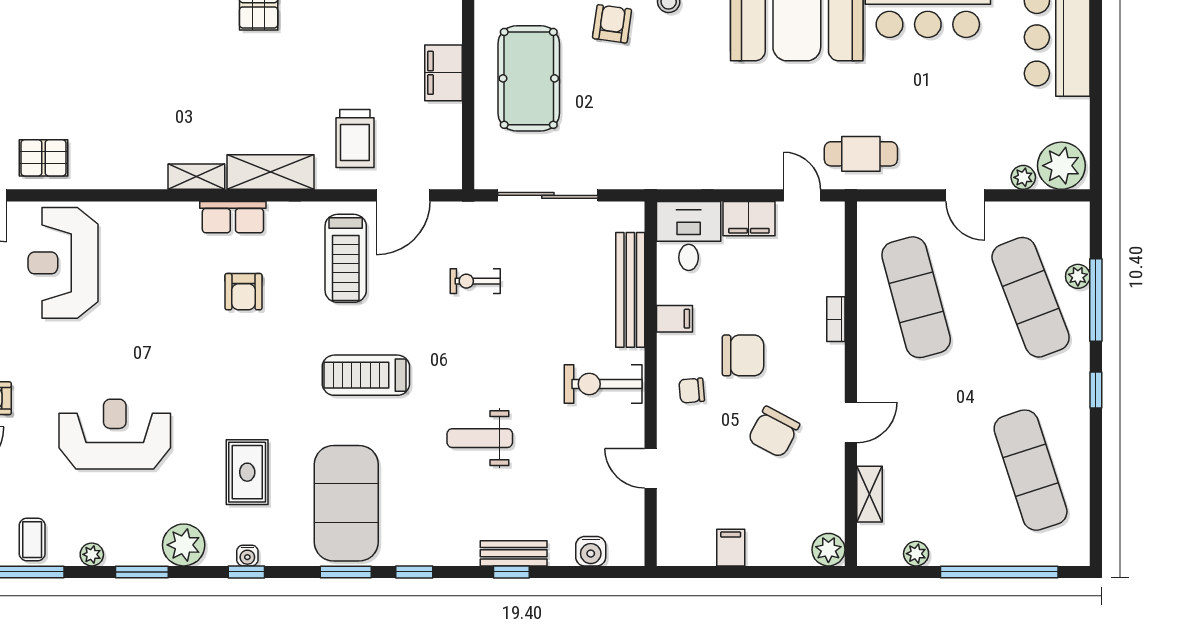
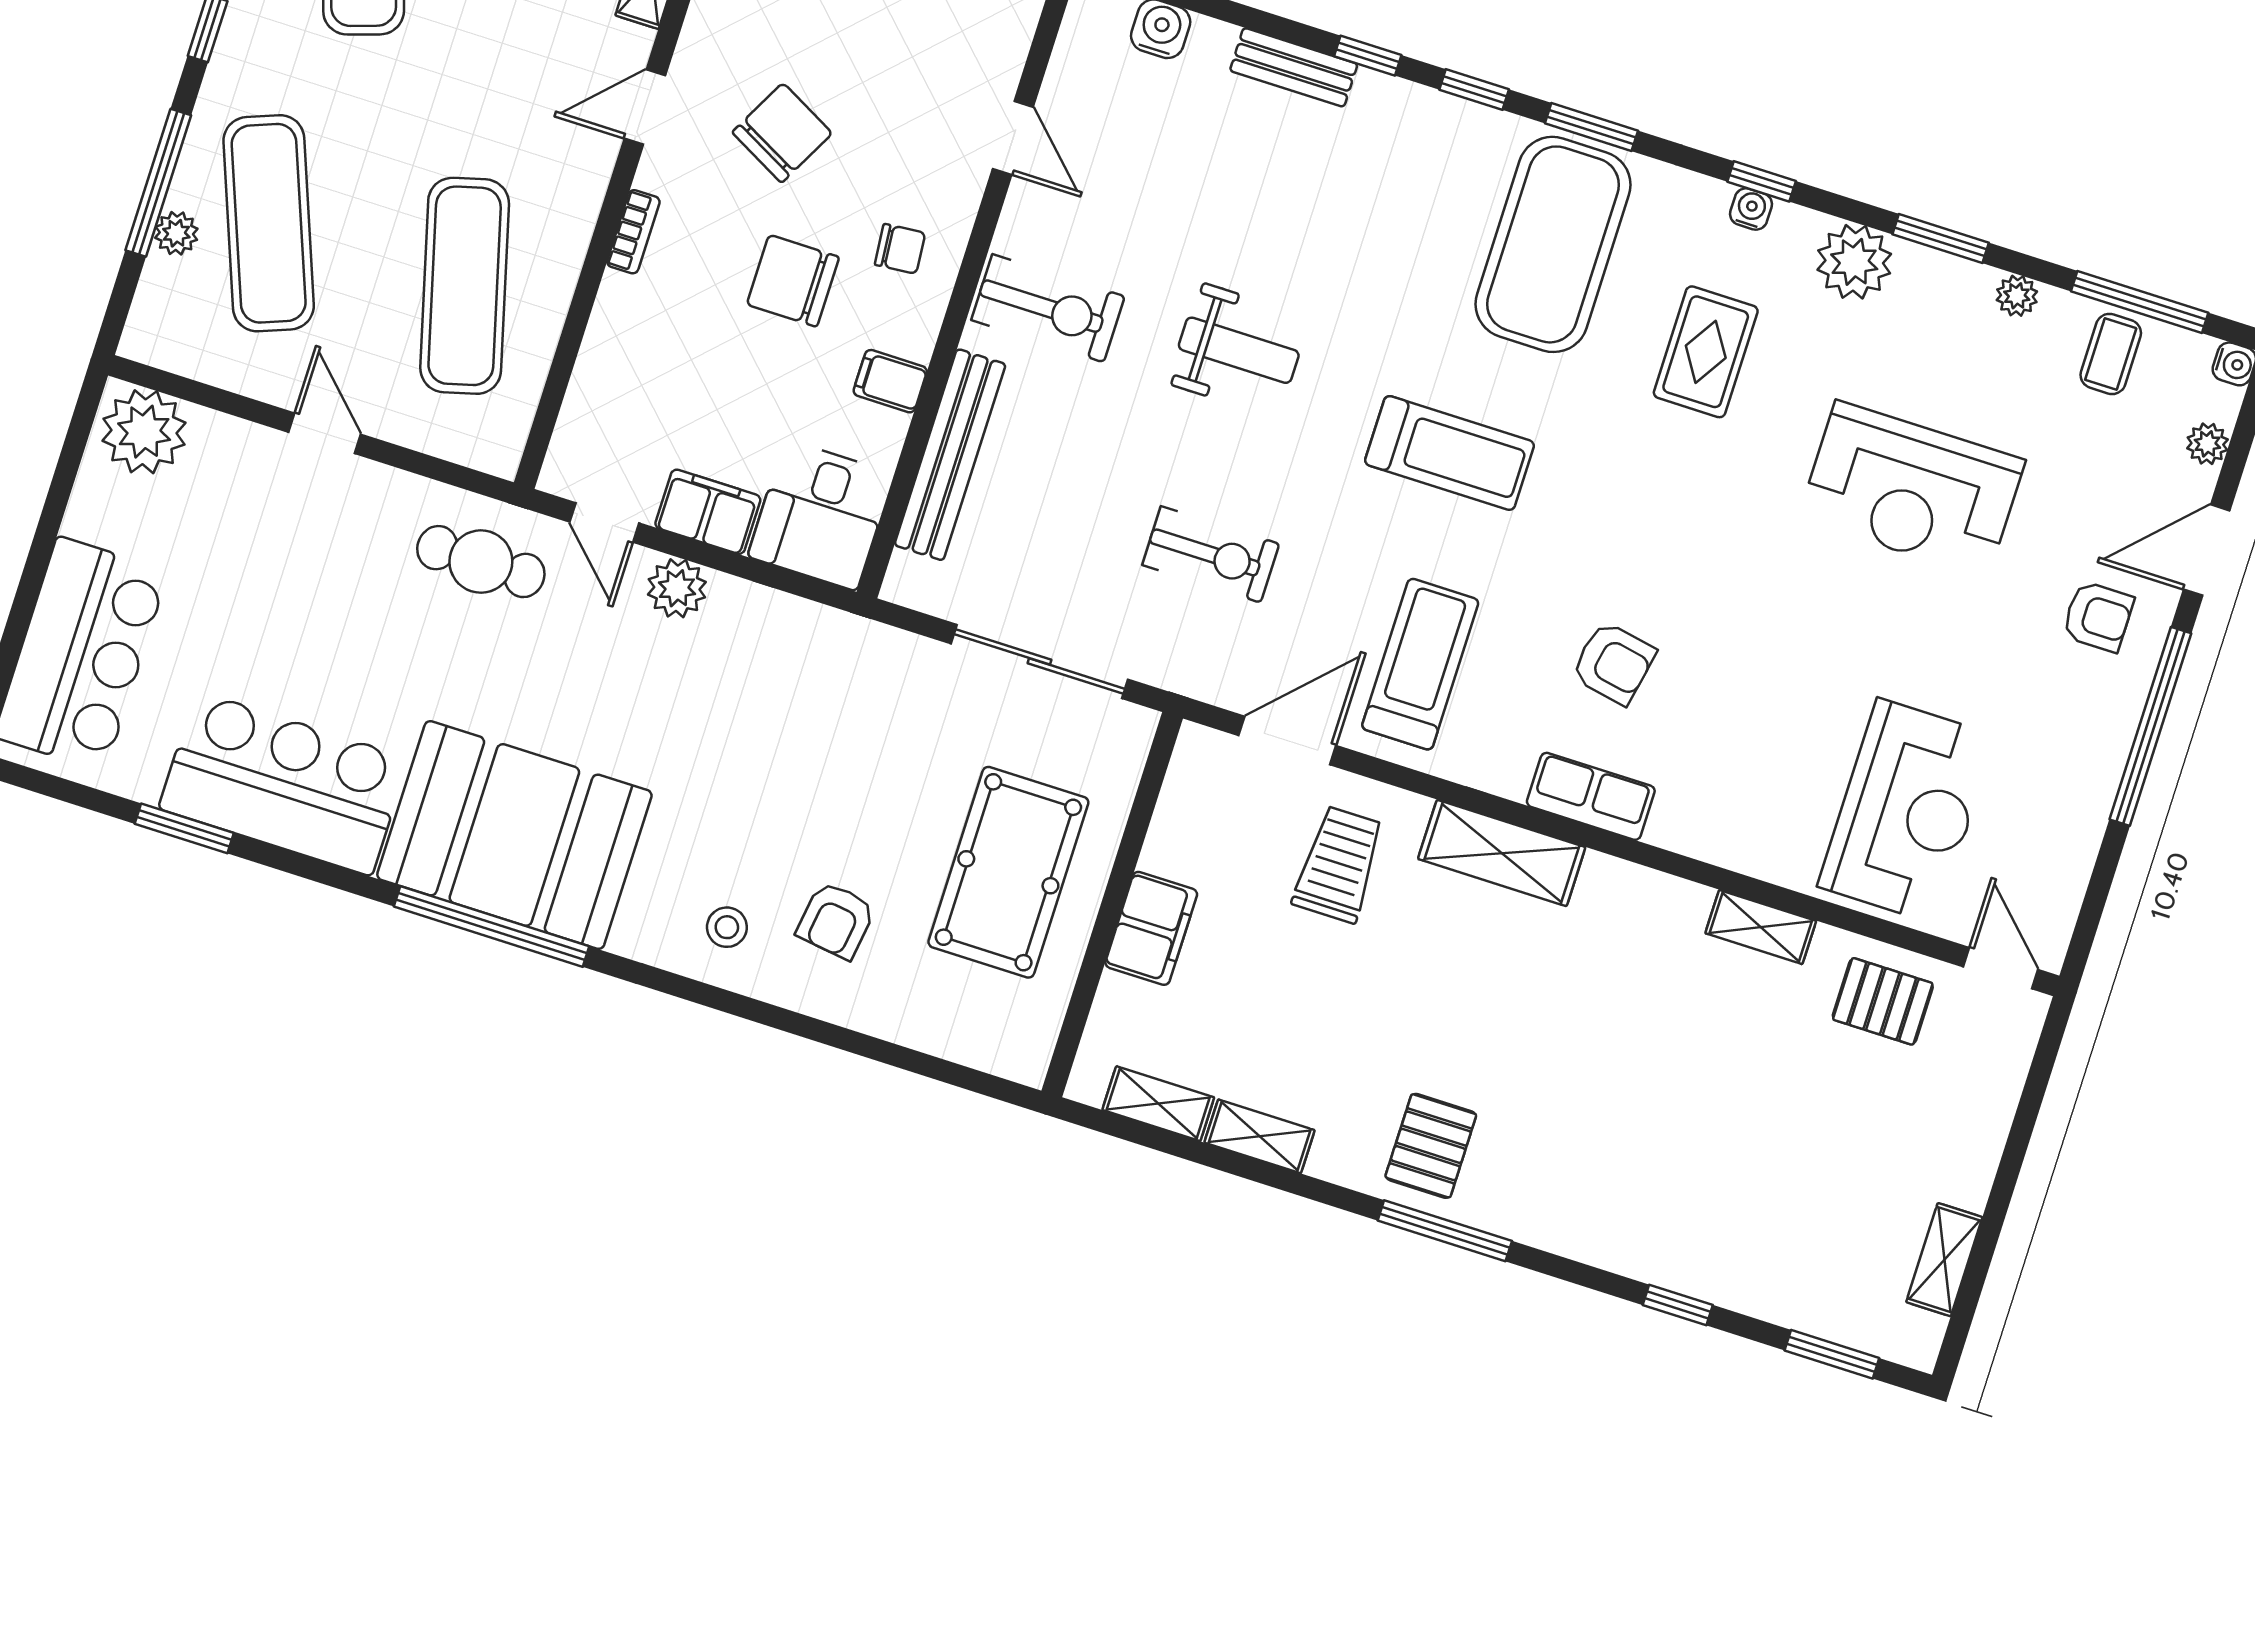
shelving: (196, 177) -> (1761, 927), moved
plant: (1023, 177) -> (677, 588), moved, width x1.38, depth x1.38
exercise bike: (475, 281) -> (1211, 554), width x1.38, depth x1.39
armchair: (243, 292) -> (1613, 663), turned 101
bookcase: (836, 319) -> (633, 232), moved
weight bench: (480, 438) -> (1239, 350), moved
window: (511, 572) -> (1368, 56), moved

